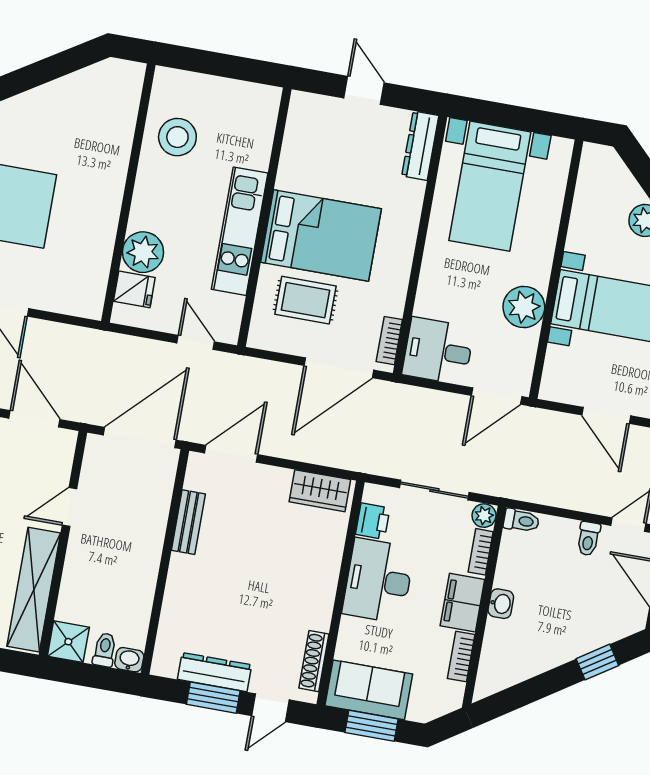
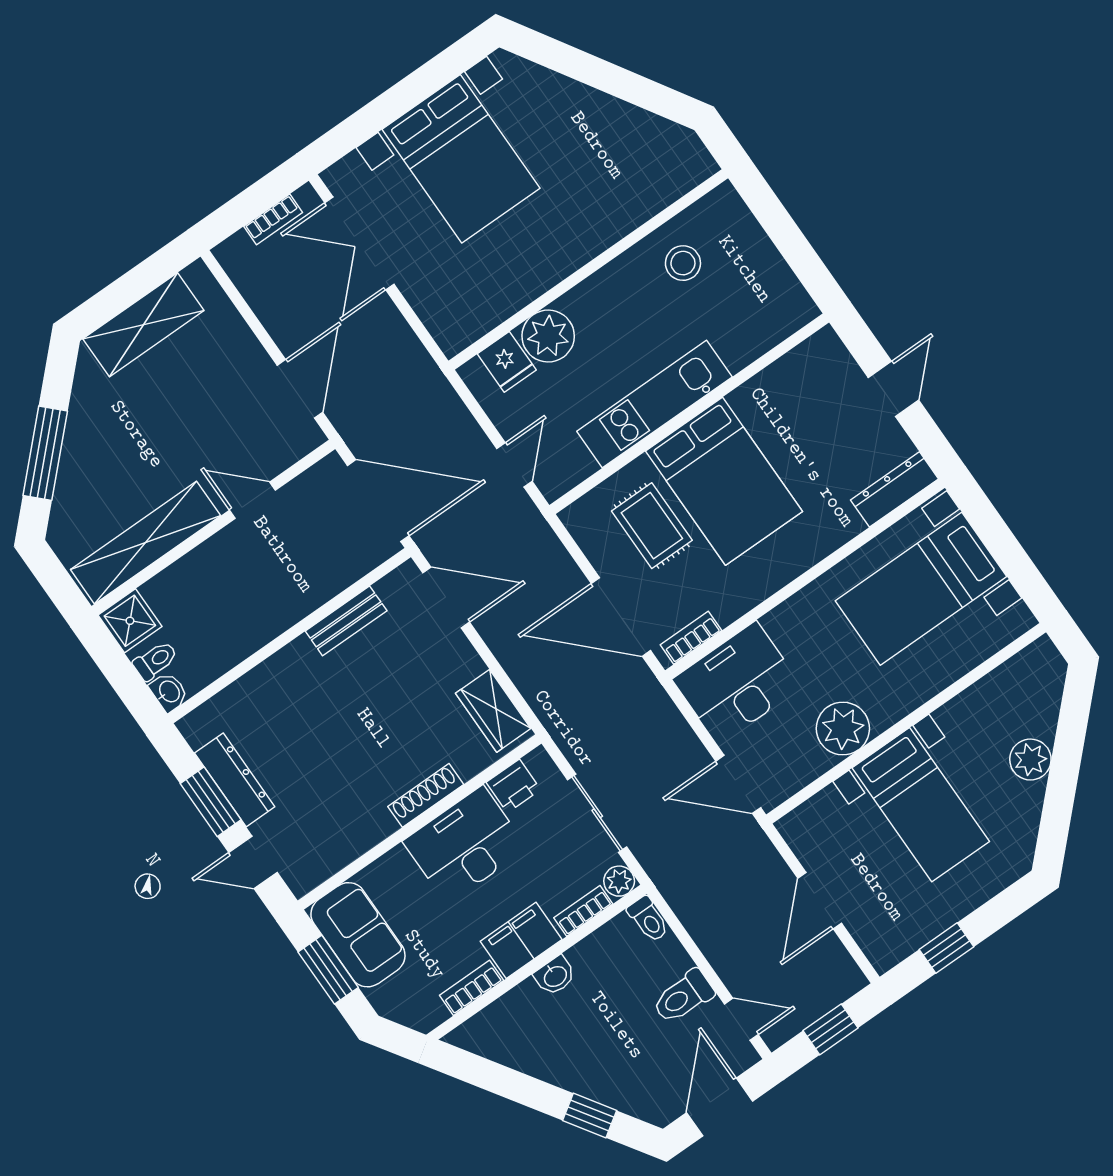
stool: (177, 137) -> (683, 263), width x0.73, depth x0.73
desk: (438, 351) -> (737, 683), width x1.37
toilet: (588, 539) -> (683, 997), width x1.37, depth x1.39
shoe rack: (314, 661) -> (426, 795), moved

